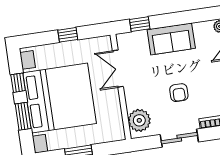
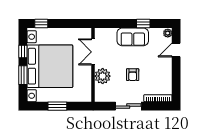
window: (140, 24) -> (143, 23), moved
window: (68, 35) -> (41, 23), moved
plant: (139, 120) -> (103, 76), moved

